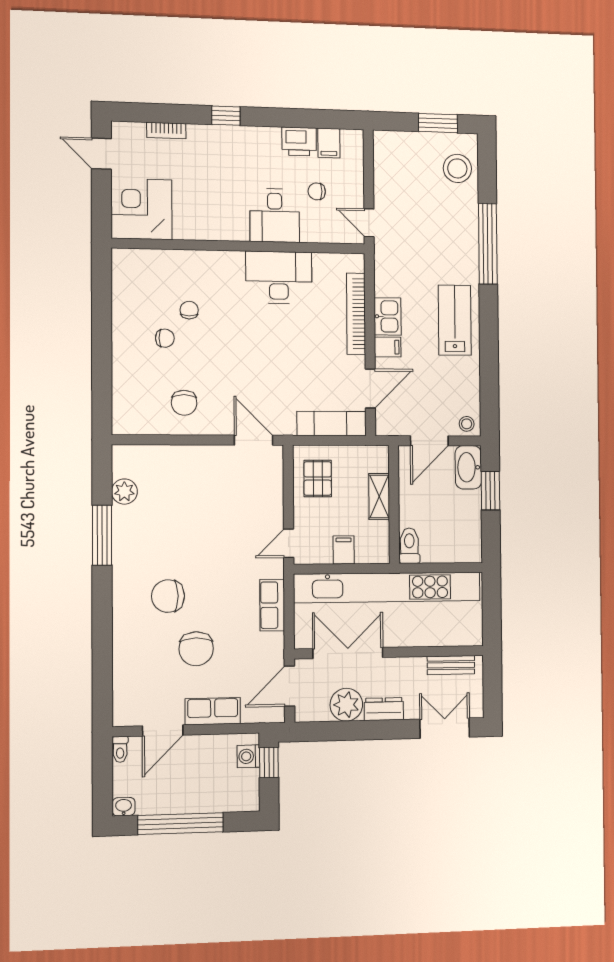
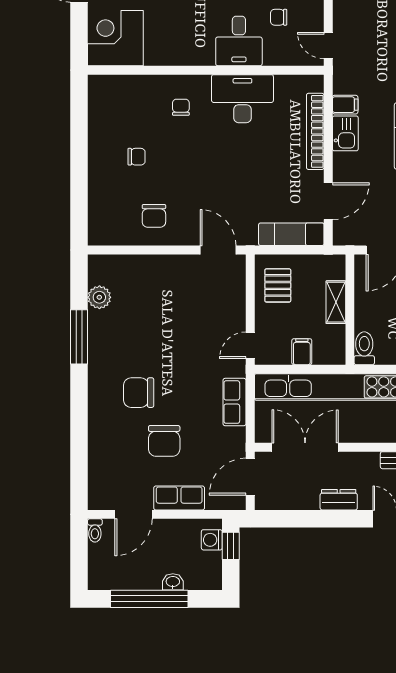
chair: (189, 310) -> (181, 107), moved
filing cabinet: (388, 347) -> (345, 105), moved
plant: (346, 705) -> (303, 495), removed
washbasin: (124, 807) -> (173, 582), moved

